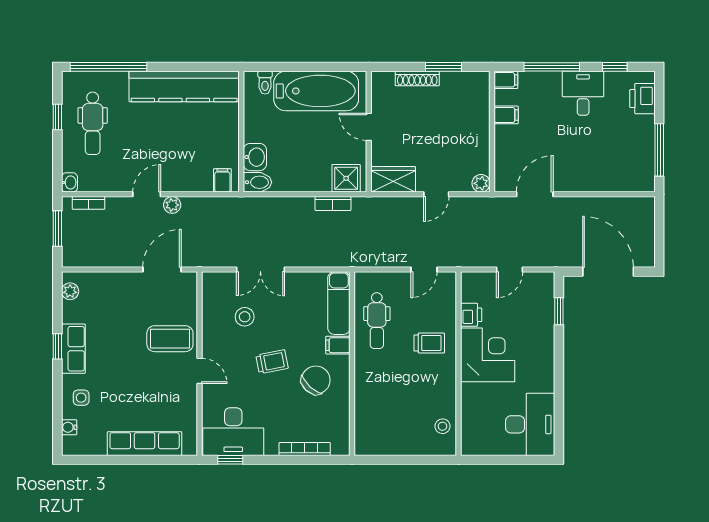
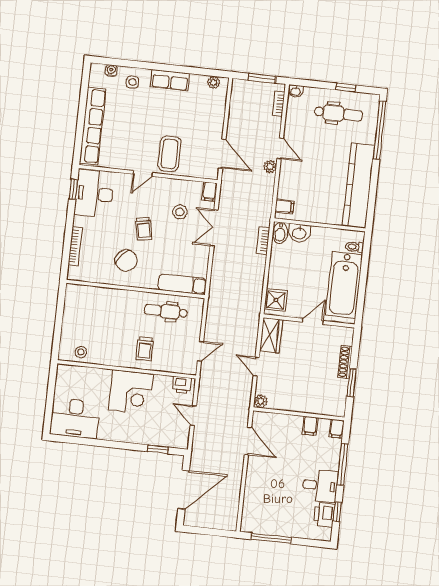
printer: (642, 99) -> (324, 515), moved, turned -90
dental chair: (93, 123) -> (338, 114), turned 180
bookcase: (333, 204) -> (263, 241), moved
door: (424, 270) -> (200, 351), swing flipped
printer: (471, 315) -> (182, 385), moved
filing cabinet: (338, 345) -> (210, 192), moved, turned 180
window: (57, 346) -> (173, 68), removed
row of seats: (145, 444) -> (93, 126), width x1.36

